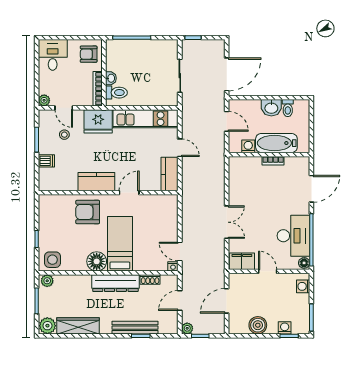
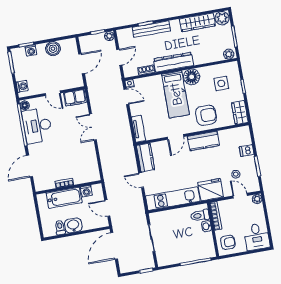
wardrobe: (46, 208) -> (240, 113), added
tv unit: (172, 210) -> (138, 129), added
side table: (52, 260) -> (221, 83), moved

